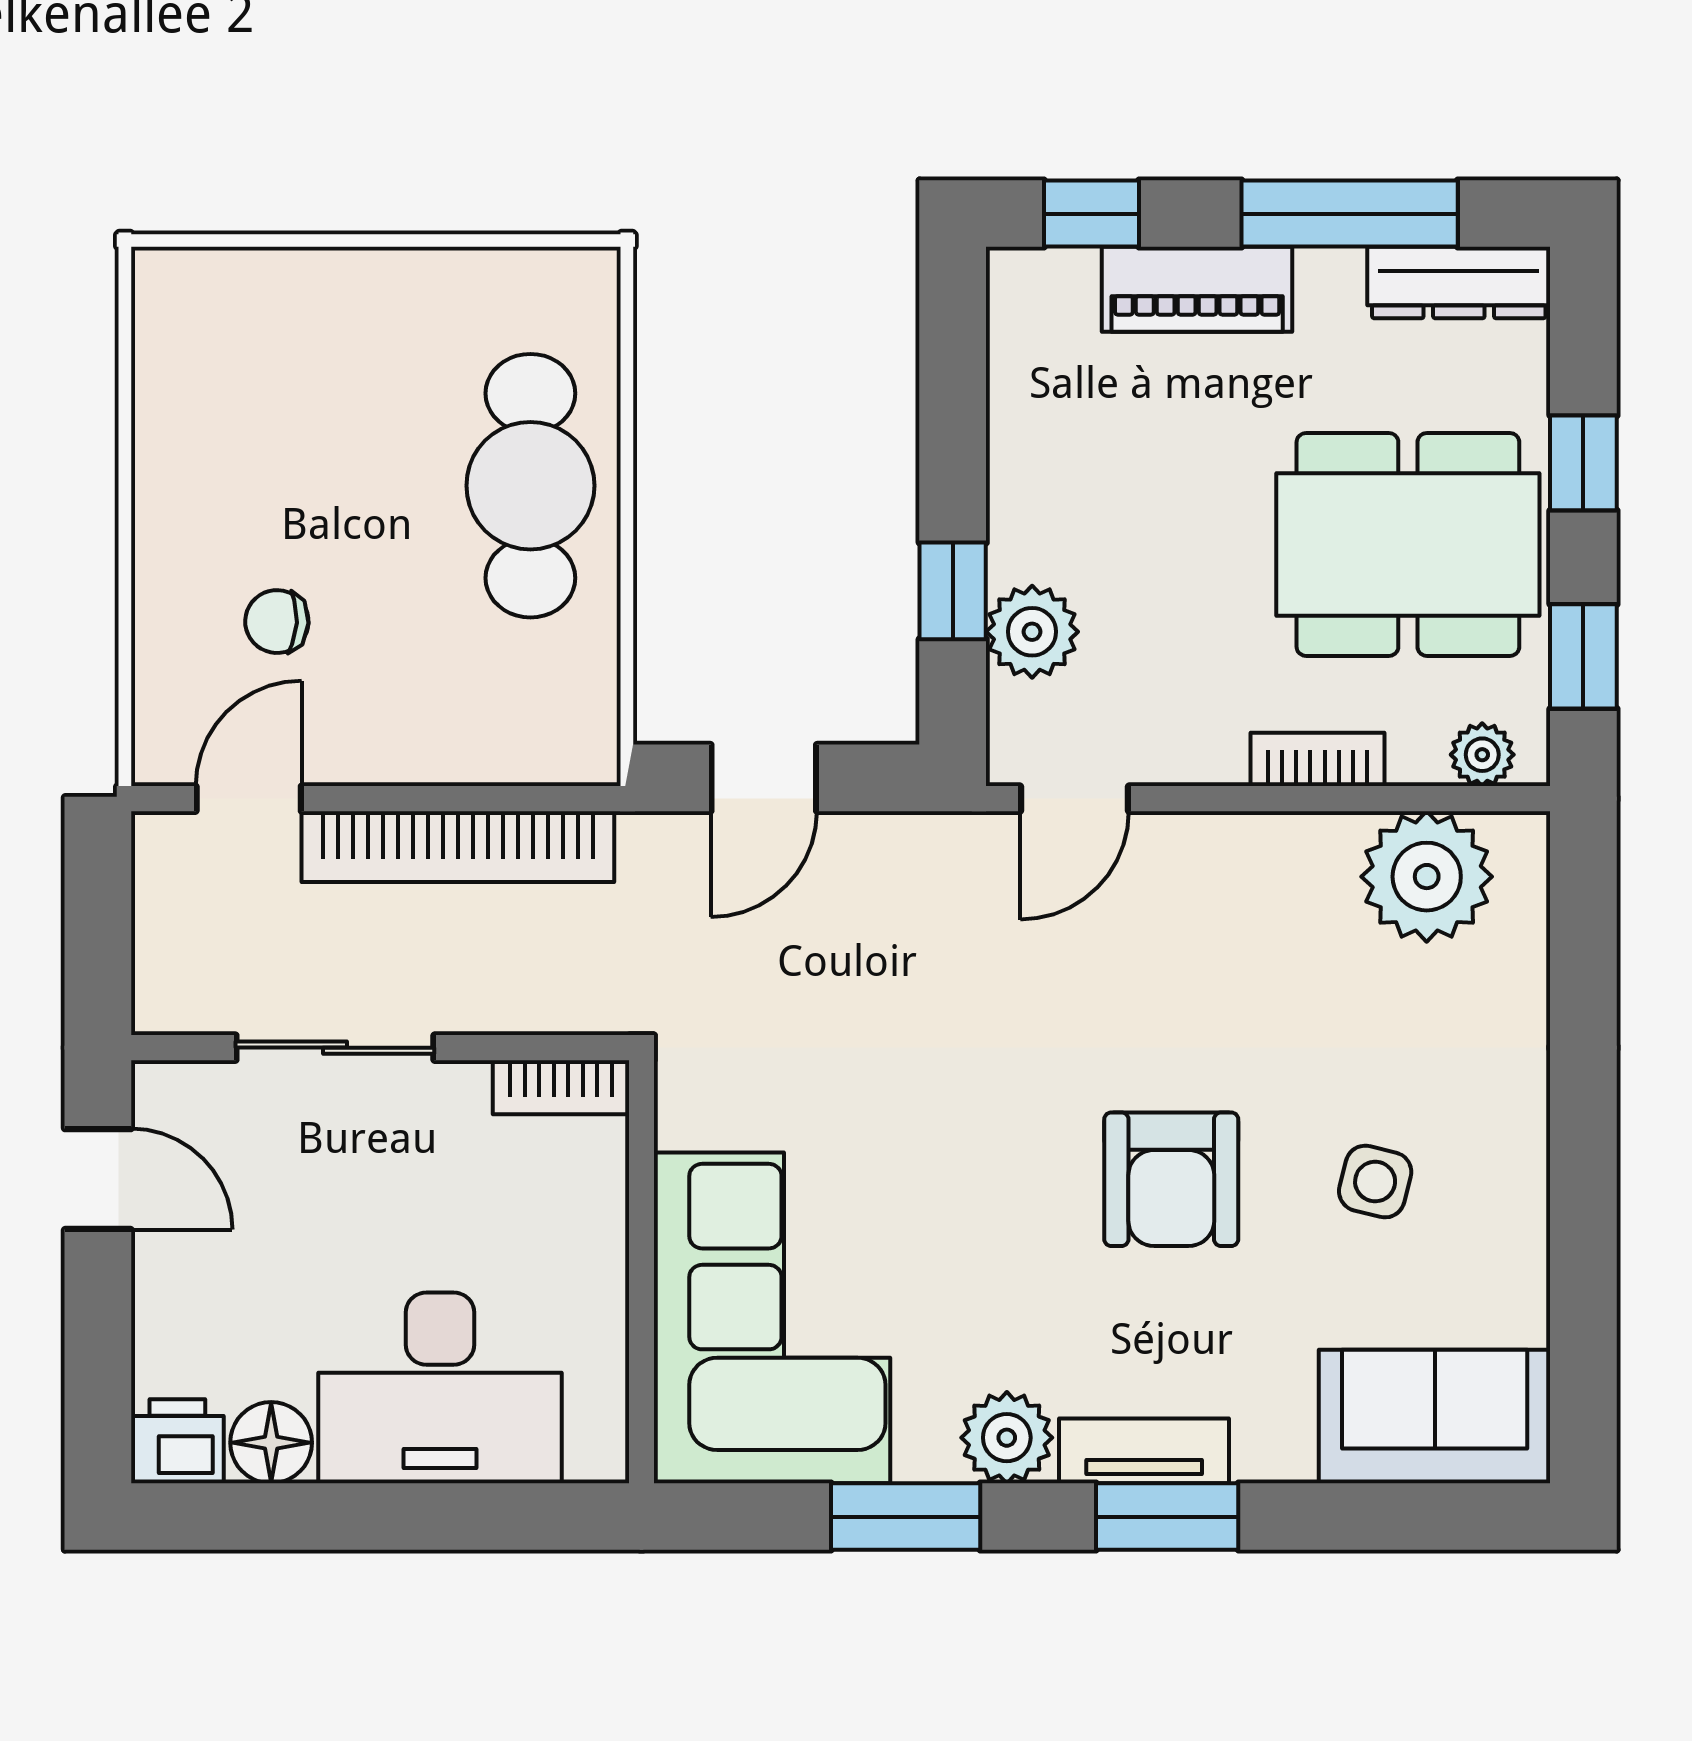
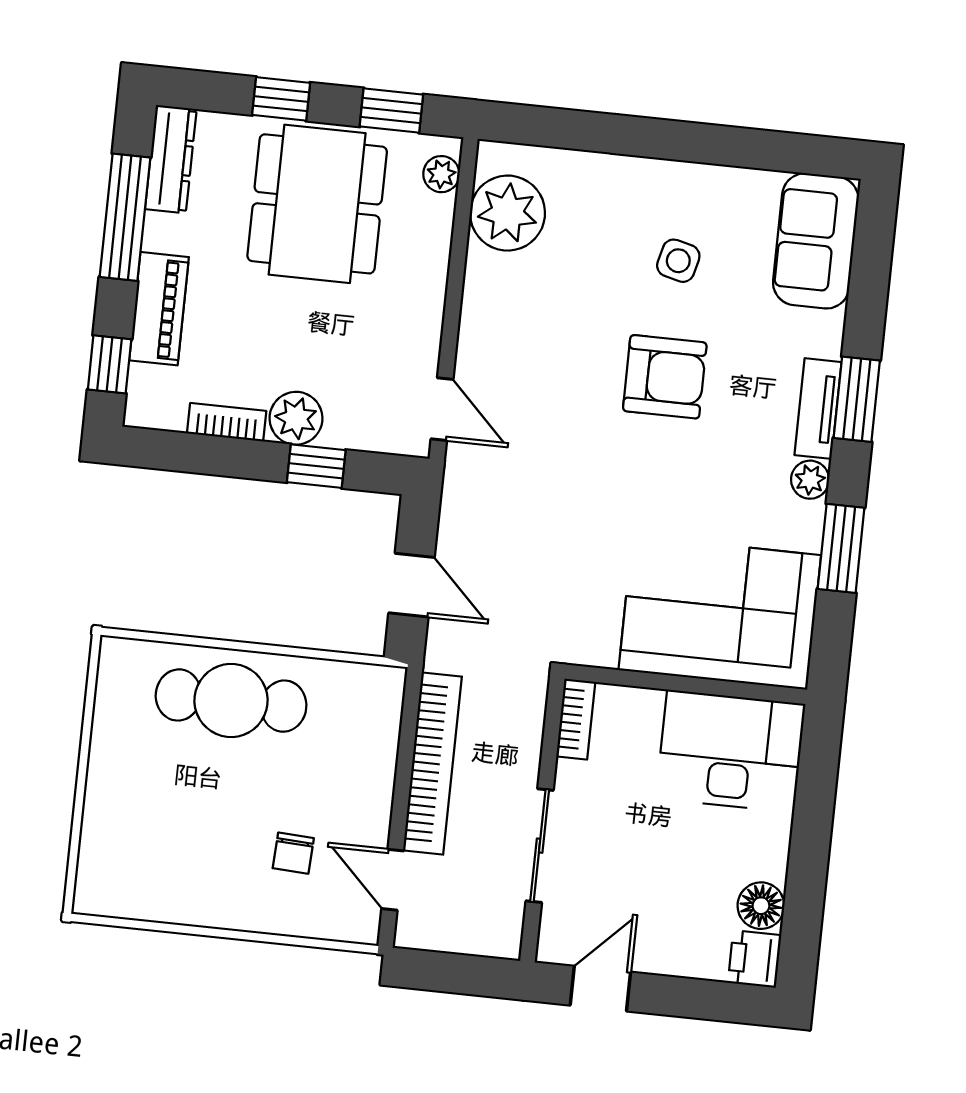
plant: (1032, 632) -> (296, 418), moved
bookcase: (1318, 759) -> (227, 422), moved, turned 90
desk: (440, 1388) -> (731, 751), moved, turned -90
plant: (1007, 1438) -> (810, 480), width x0.73, depth x0.73

